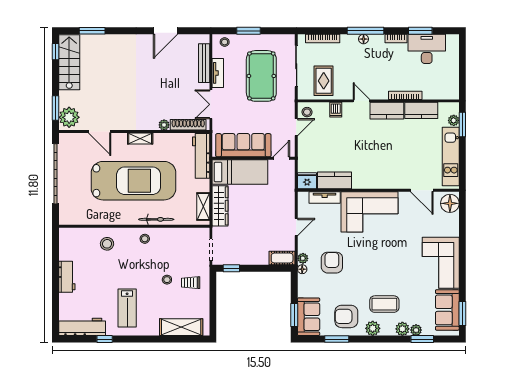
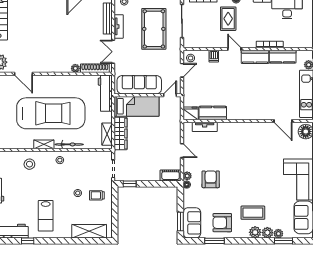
rug: (324, 81) -> (228, 19), moved
shelving: (140, 139) -> (44, 144), moved
corner sofa: (369, 212) -> (241, 138), removed
door: (296, 227) -> (182, 151), hinge flipped
plant: (373, 328) -> (255, 232), moved

